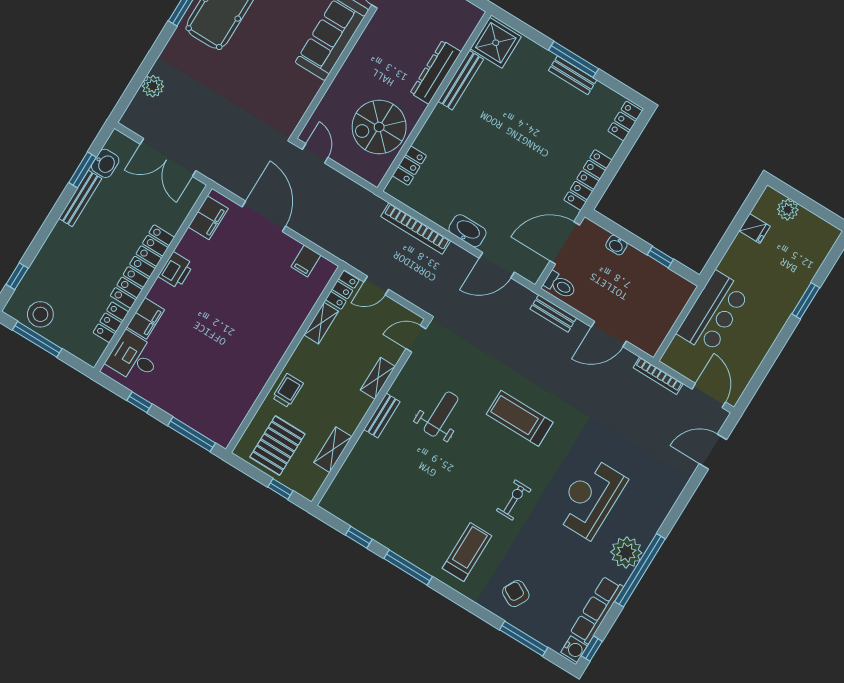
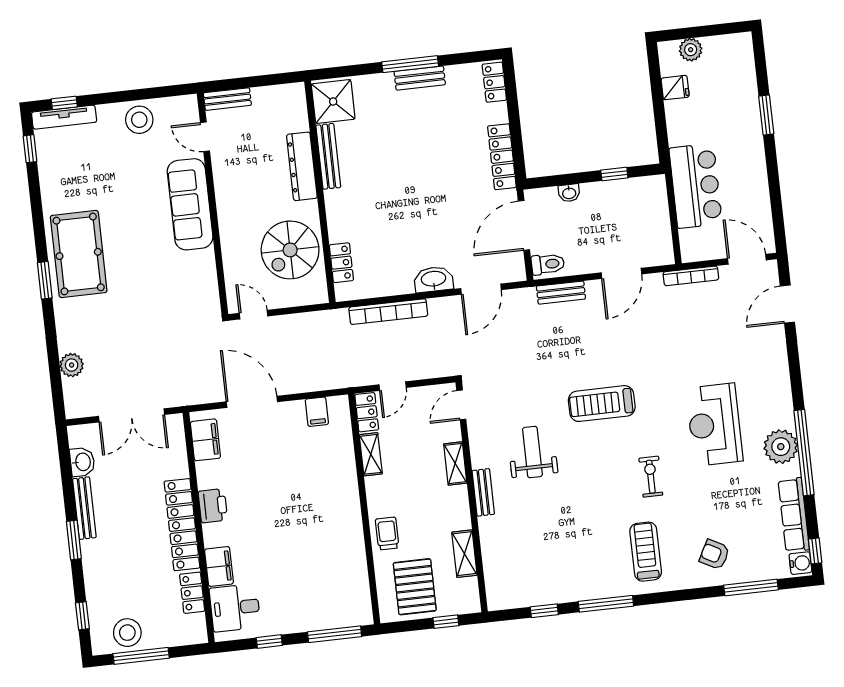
window: (82, 170) -> (74, 540), moved

